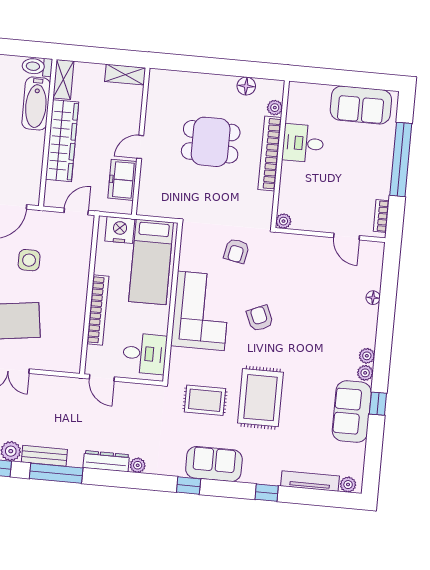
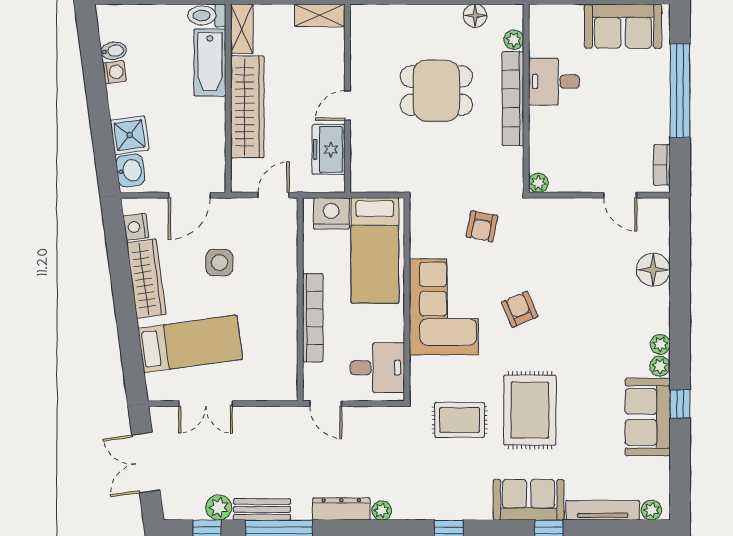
floor lamp: (373, 298) -> (653, 270), width x1.89, depth x1.89
sofa: (214, 464) -> (529, 500), moved

